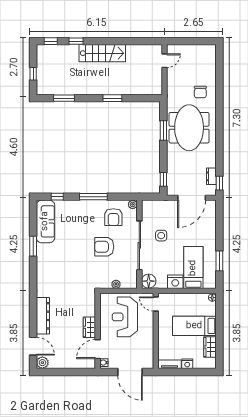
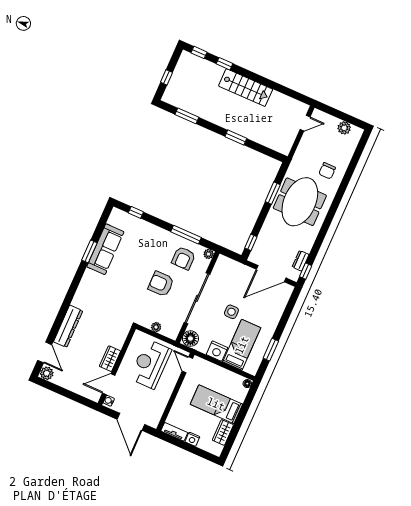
plant: (199, 50) -> (344, 128), added
window: (93, 197) -> (186, 235), moved
sofa: (45, 221) -> (105, 249), moved
side table: (161, 236) -> (231, 312), moved

